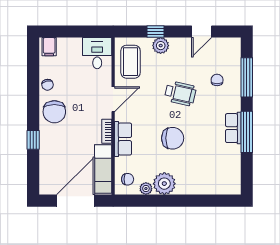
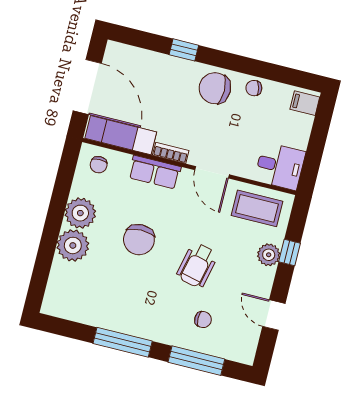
row of seats: (233, 128) -> (132, 325), removed
plant: (146, 189) -> (73, 245), moved, width x1.87, depth x1.87

